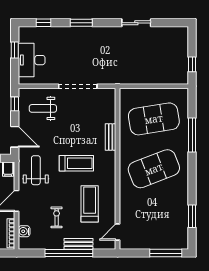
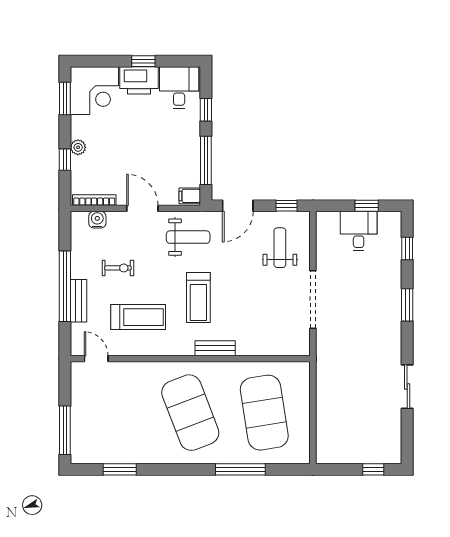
desk: (32, 60) -> (359, 231), width x0.73
window: (192, 64) -> (373, 469), moved
bench: (111, 137) -> (215, 348), moved

